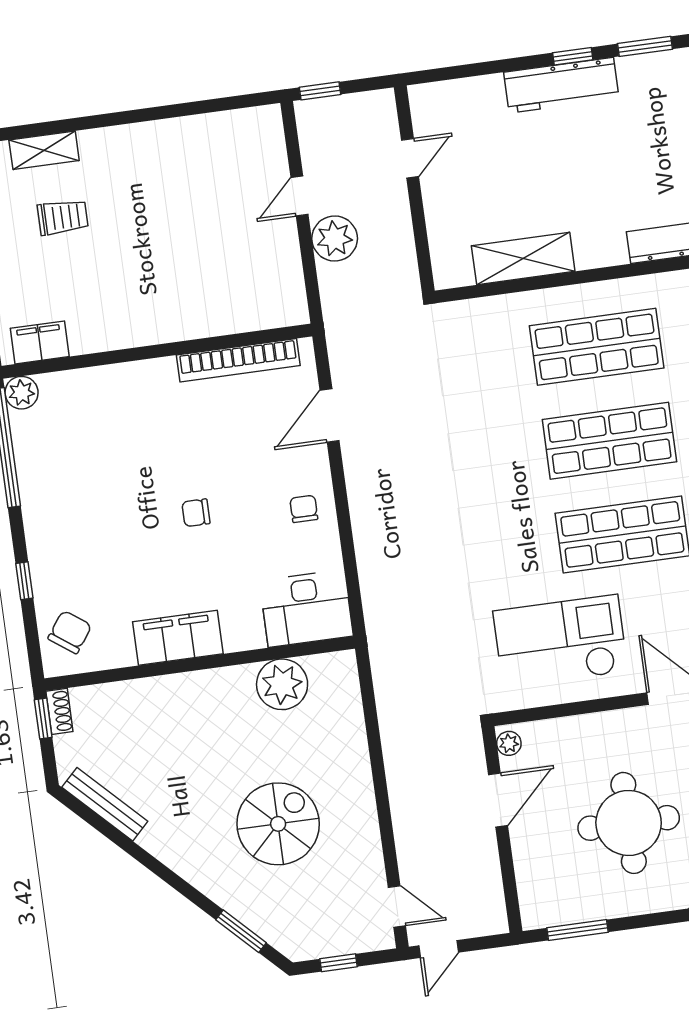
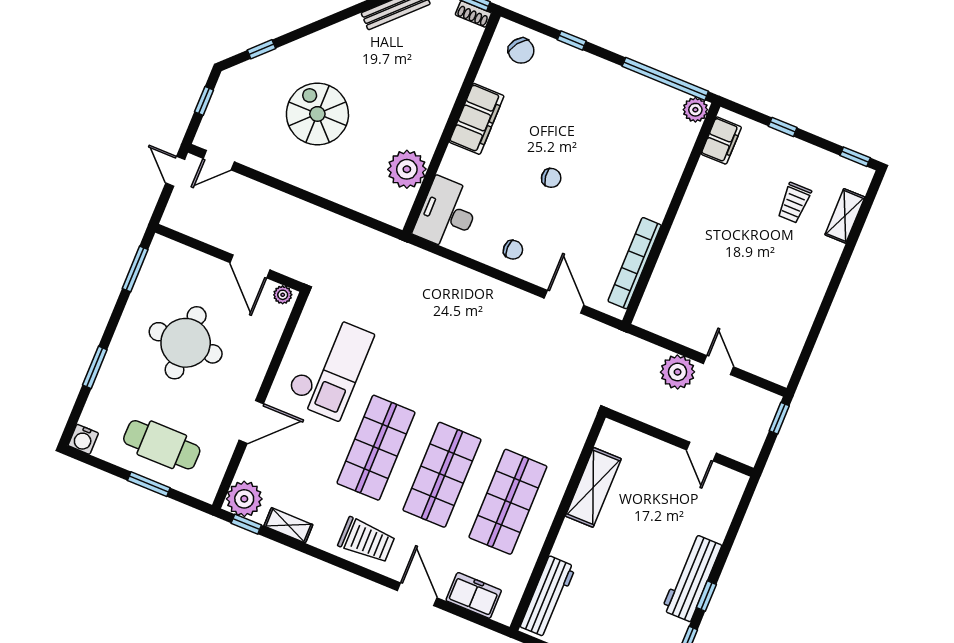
chair: (196, 513) -> (551, 178), turned 82
spiral stairs: (278, 824) -> (317, 114), turned 180
window: (241, 931) -> (261, 49), width x0.67

